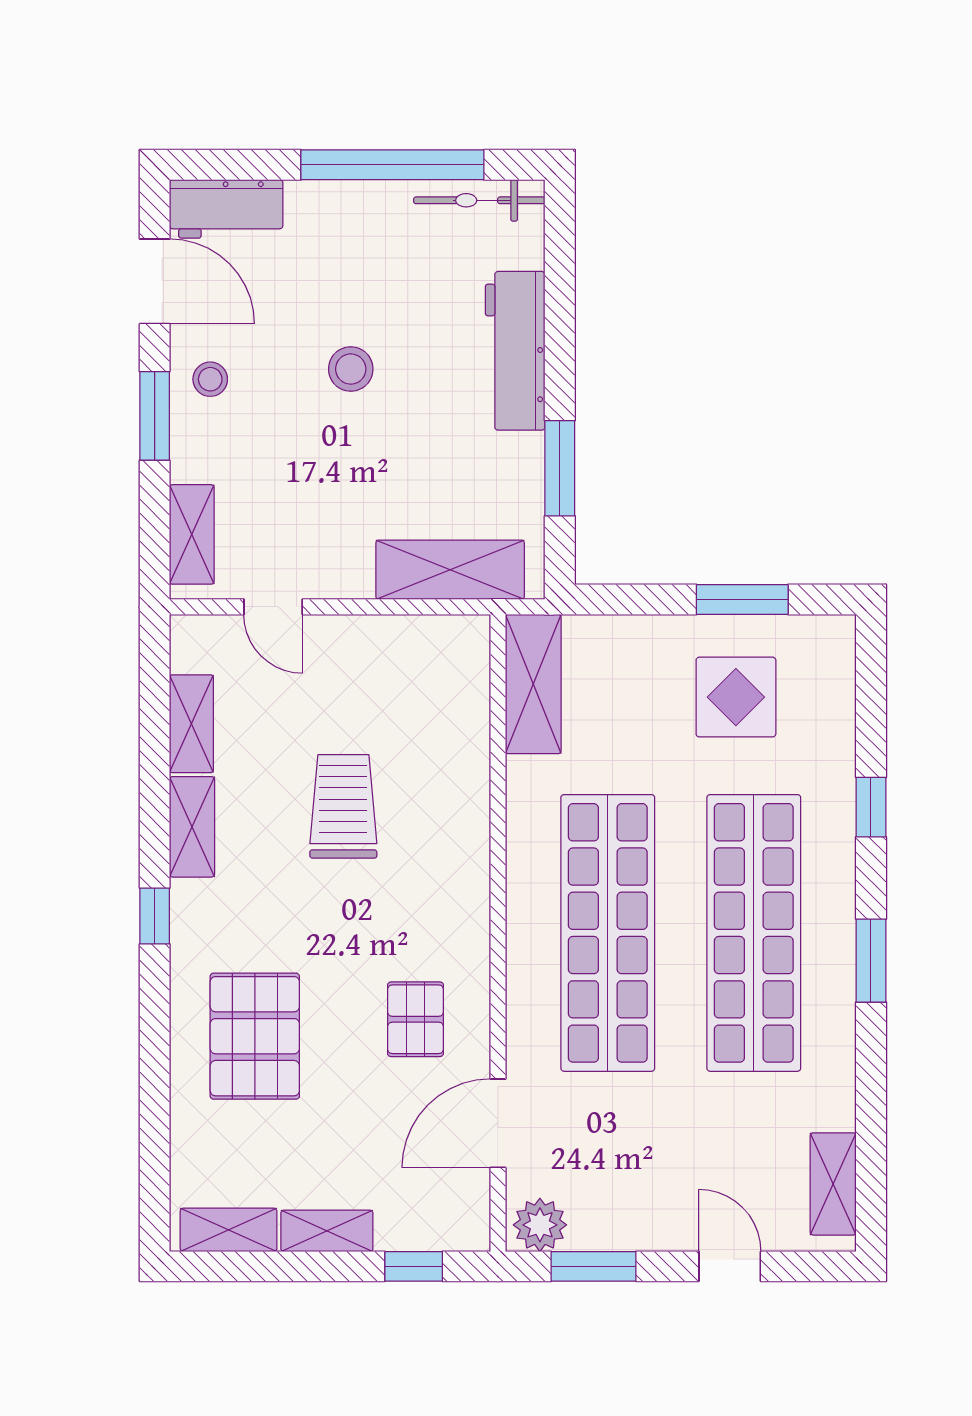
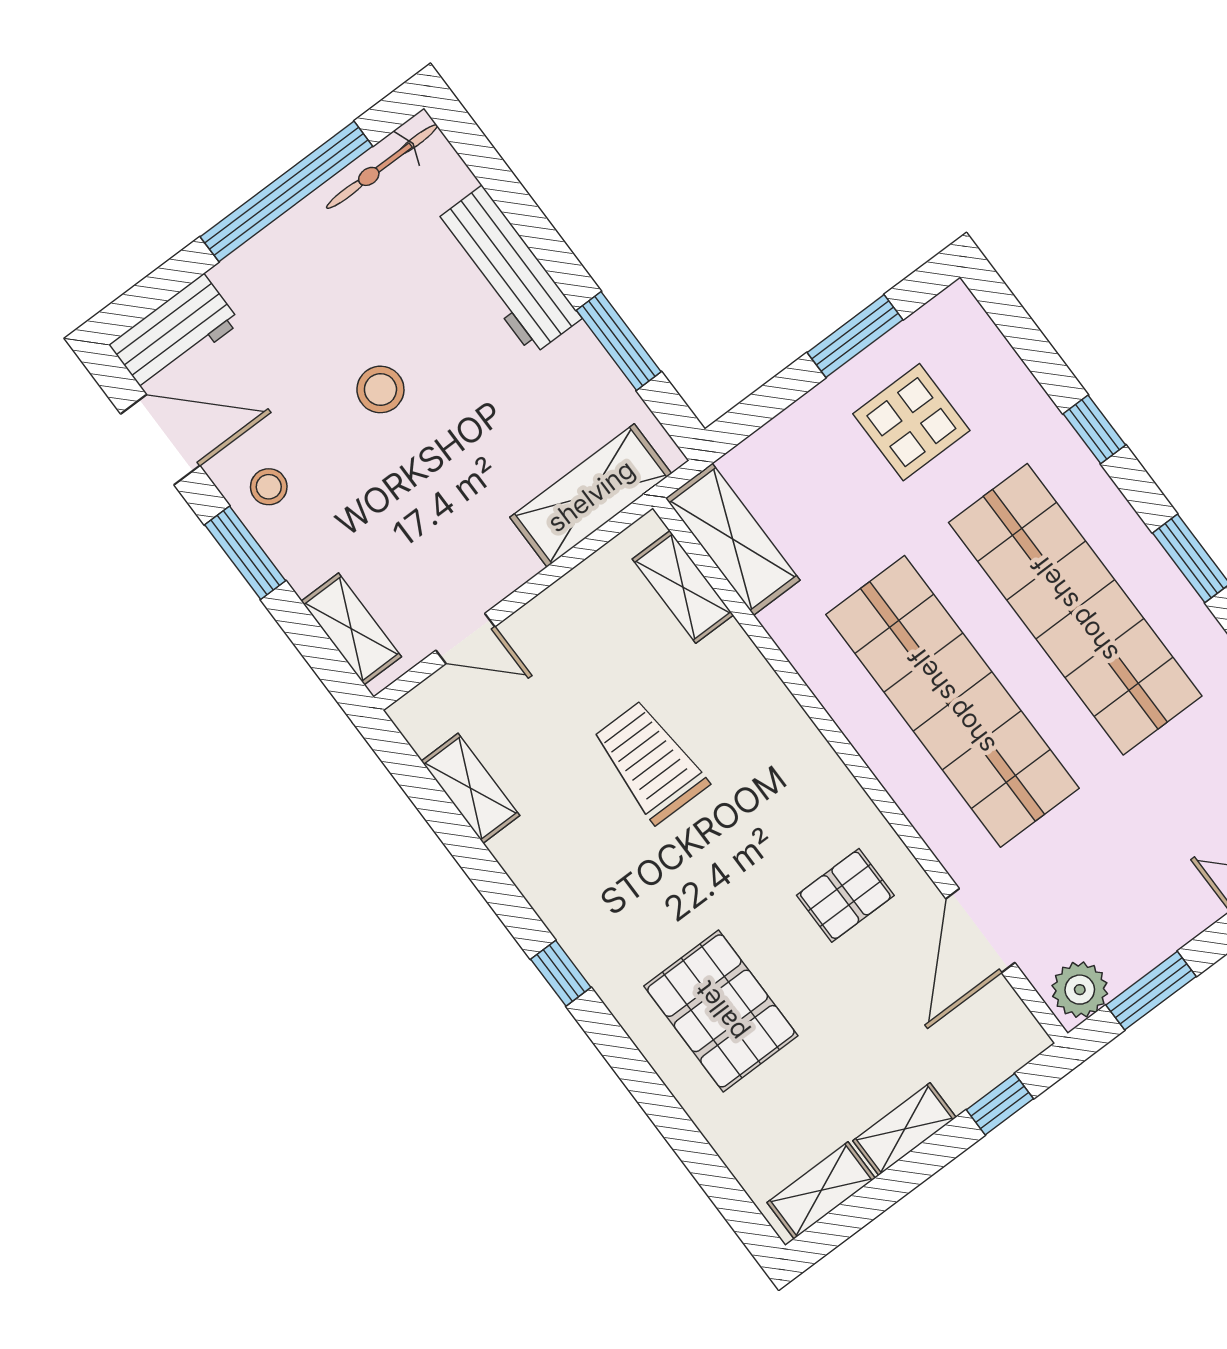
shelving: (192, 827) -> (683, 587), moved
pallet: (415, 1019) -> (845, 895), turned 90

